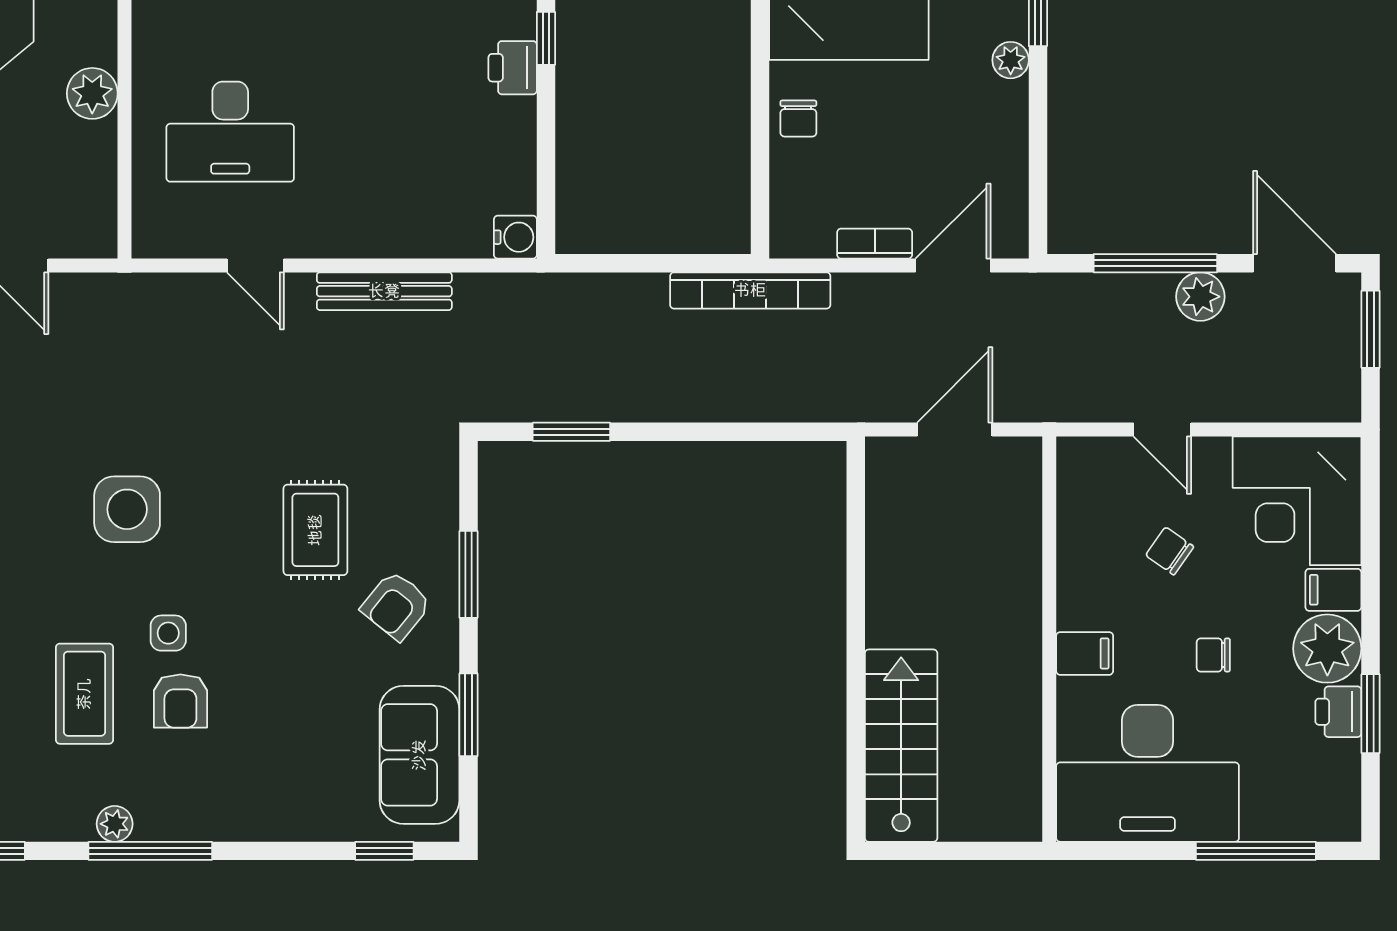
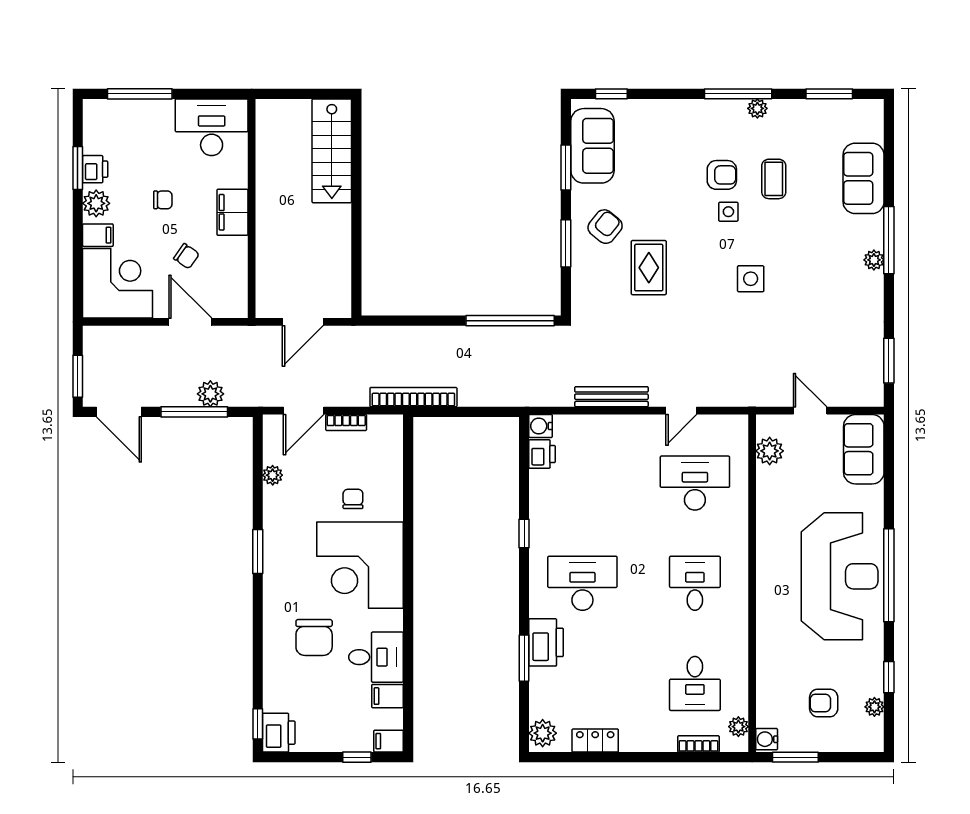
plant: (1011, 60) -> (273, 475), moved
printer: (513, 68) -> (542, 454), moved
plant: (92, 93) -> (770, 451), moved
chair: (798, 118) -> (353, 499), moved
door: (255, 265) -> (681, 411), swing flipped
plant: (1200, 297) -> (210, 394), moved
door: (1162, 429) -> (190, 322), width x1.38
window: (571, 432) -> (510, 321), width x2.11
side table: (127, 509) -> (751, 279), width x0.73, depth x0.73
plant: (1327, 649) -> (96, 203), width x0.73, depth x0.73
filing cabinet: (1085, 653) -> (232, 212), width x2.00
coffee table: (84, 694) -> (774, 179), width x0.73, depth x0.77
armchair: (180, 701) -> (722, 175), turned 90
desk: (1148, 773) -> (212, 127), width x0.73, depth x0.77

